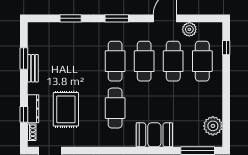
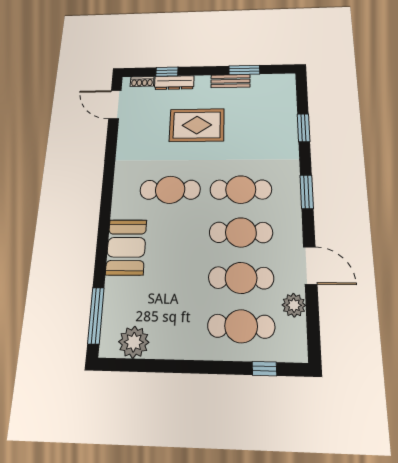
rug: (66, 109) -> (197, 125), moved

